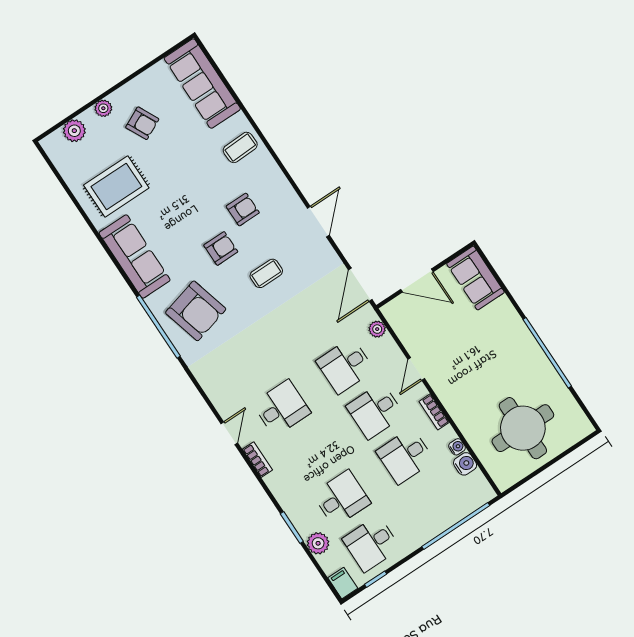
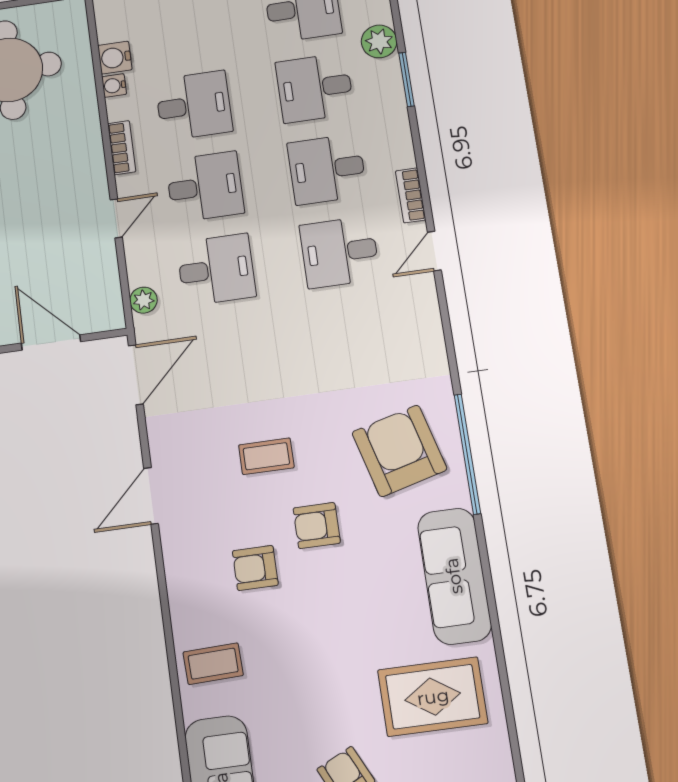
desk: (311, 453) -> (327, 169), added

